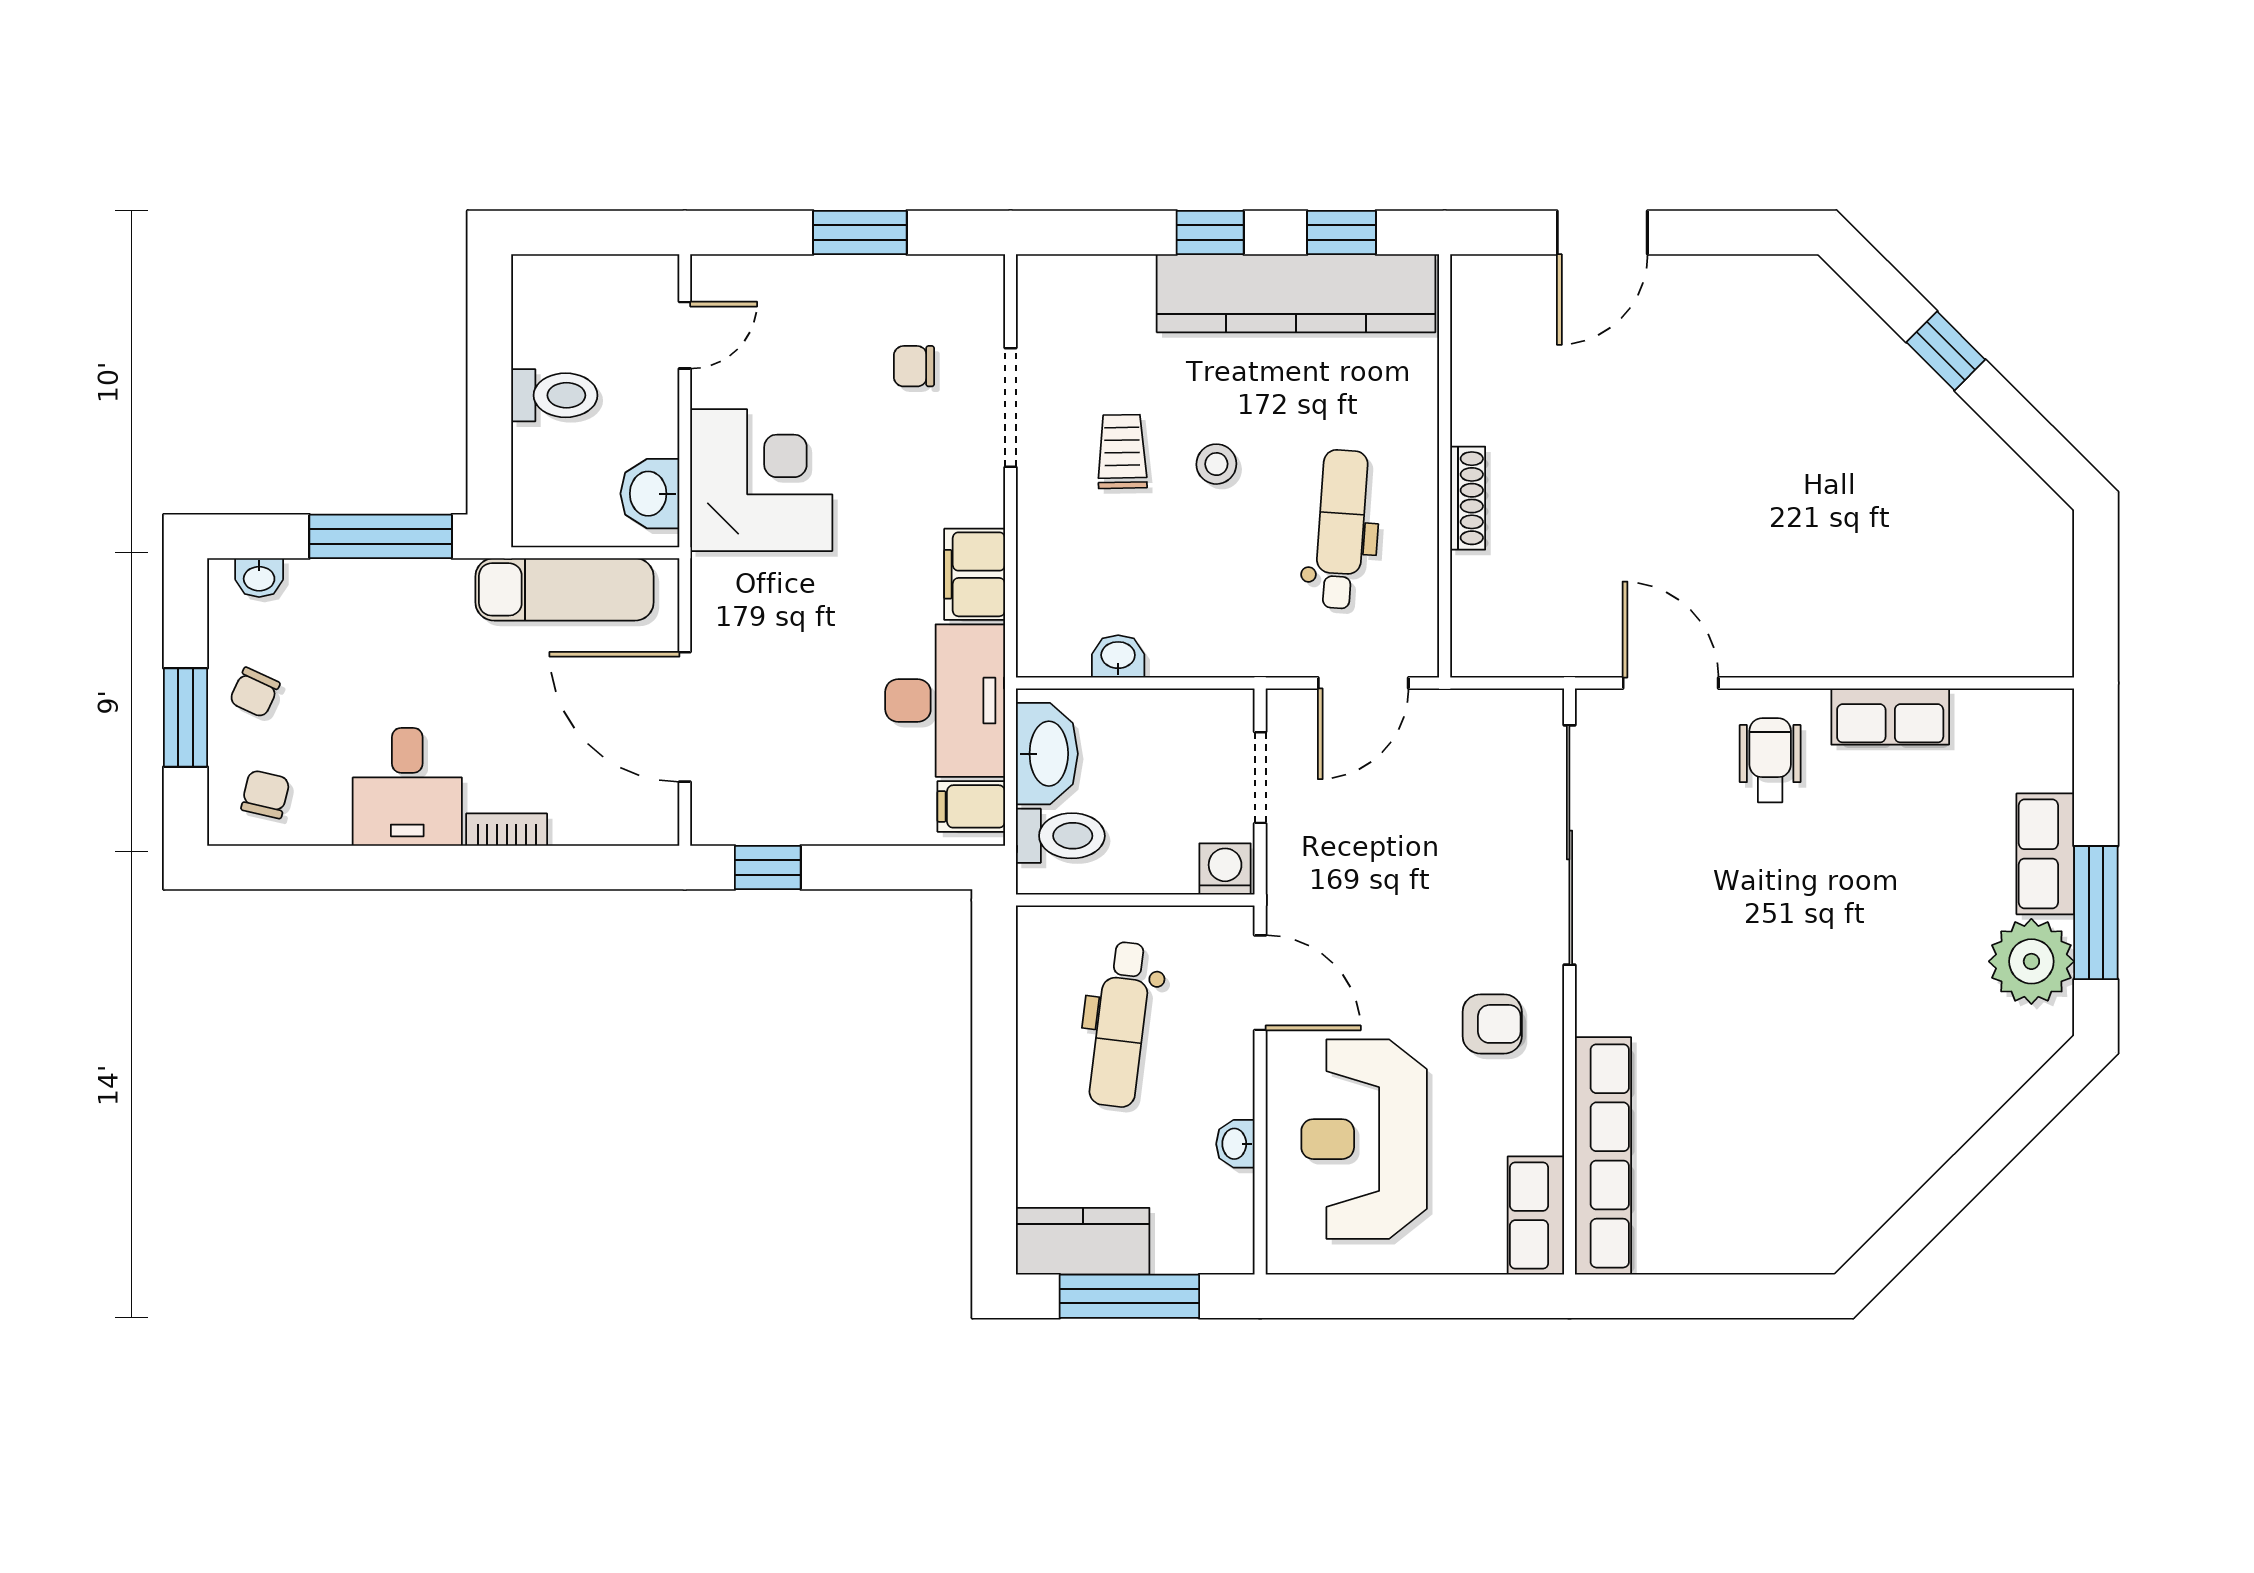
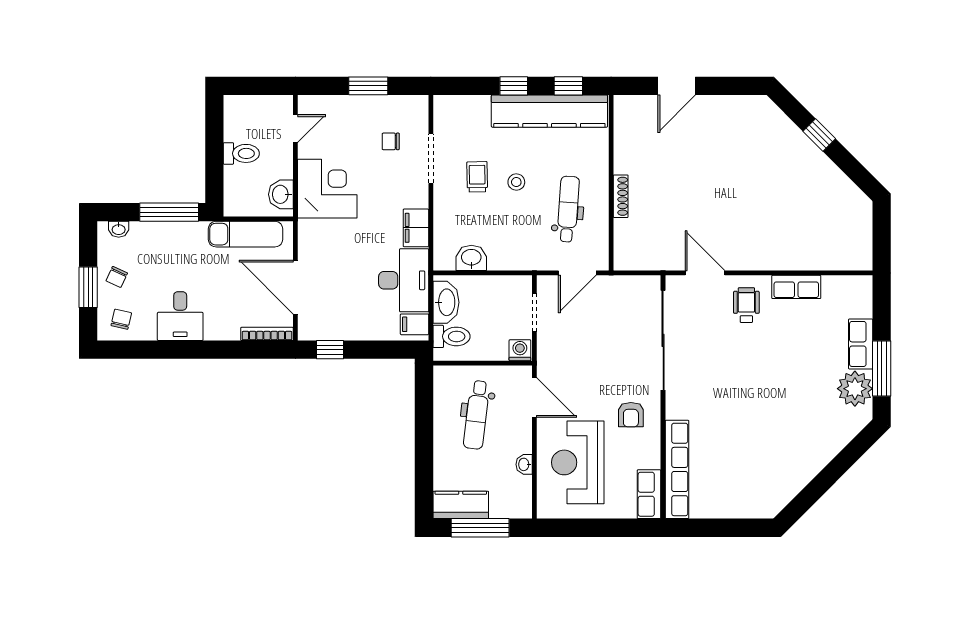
washbasin: (1118, 656) -> (471, 258), width x1.38, depth x1.45
bookcase: (507, 830) -> (267, 334), moved, width x1.56
armchair: (1492, 1024) -> (631, 415), turned 90

